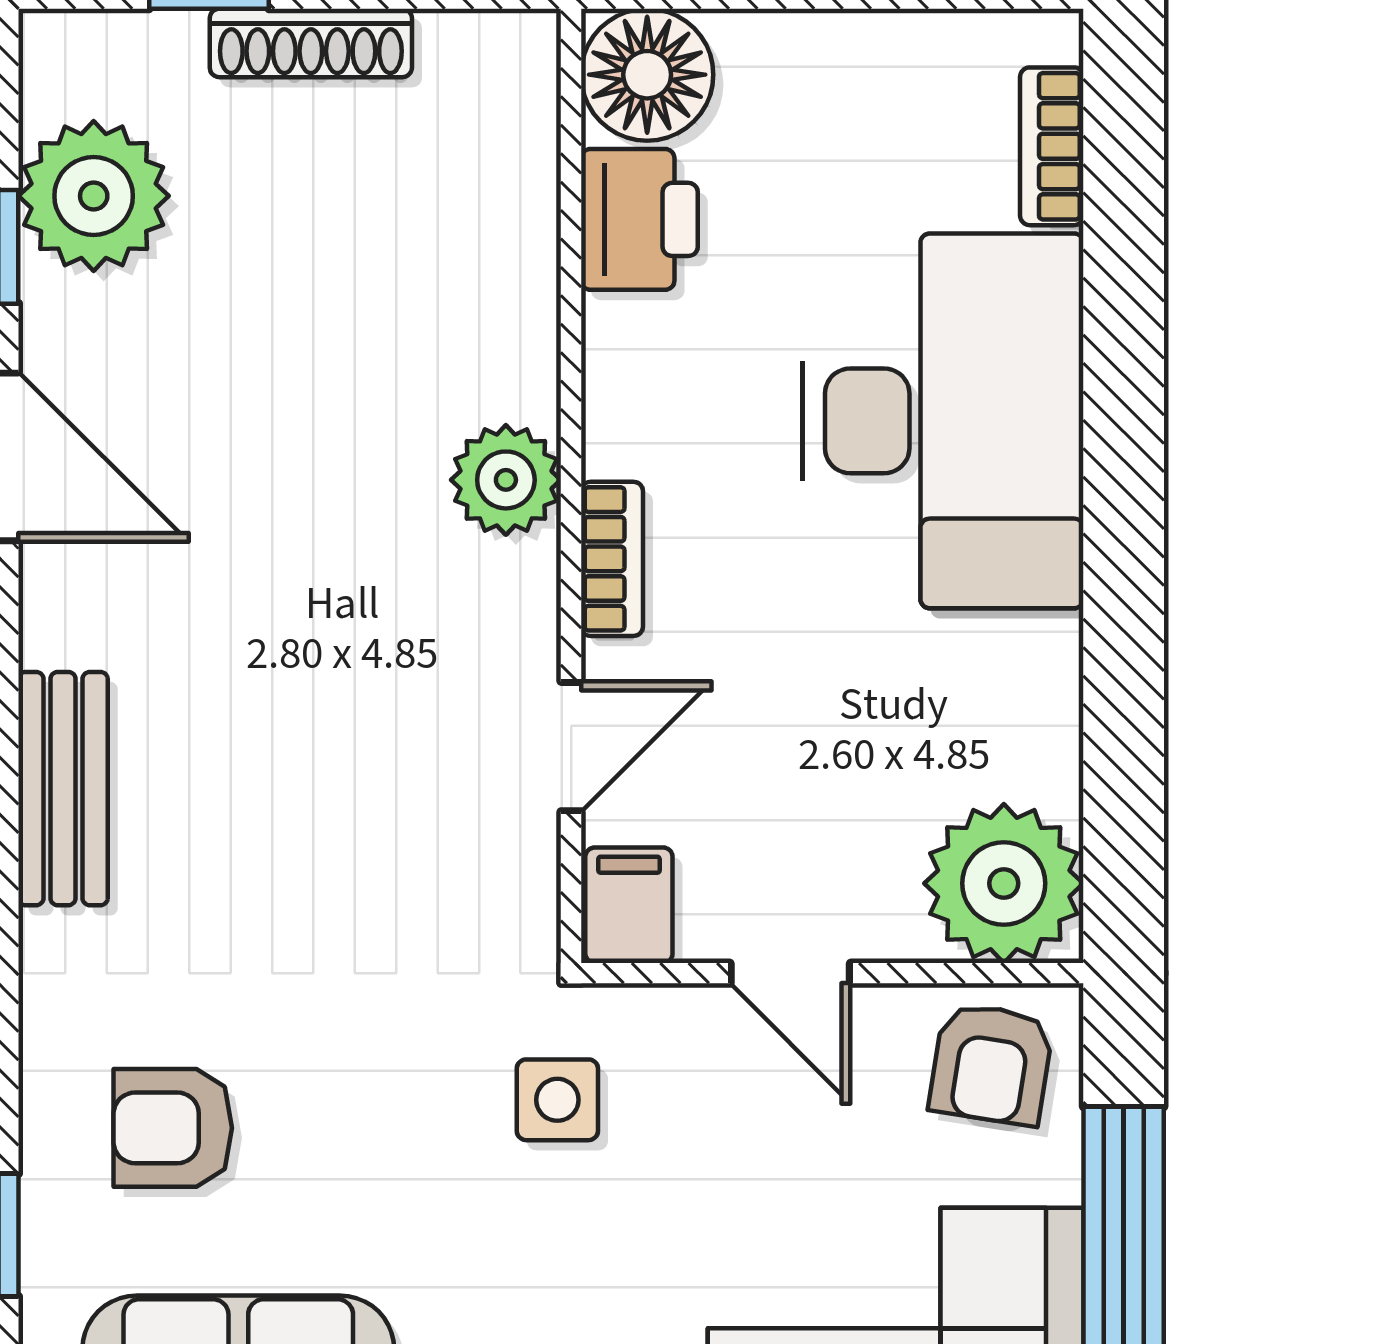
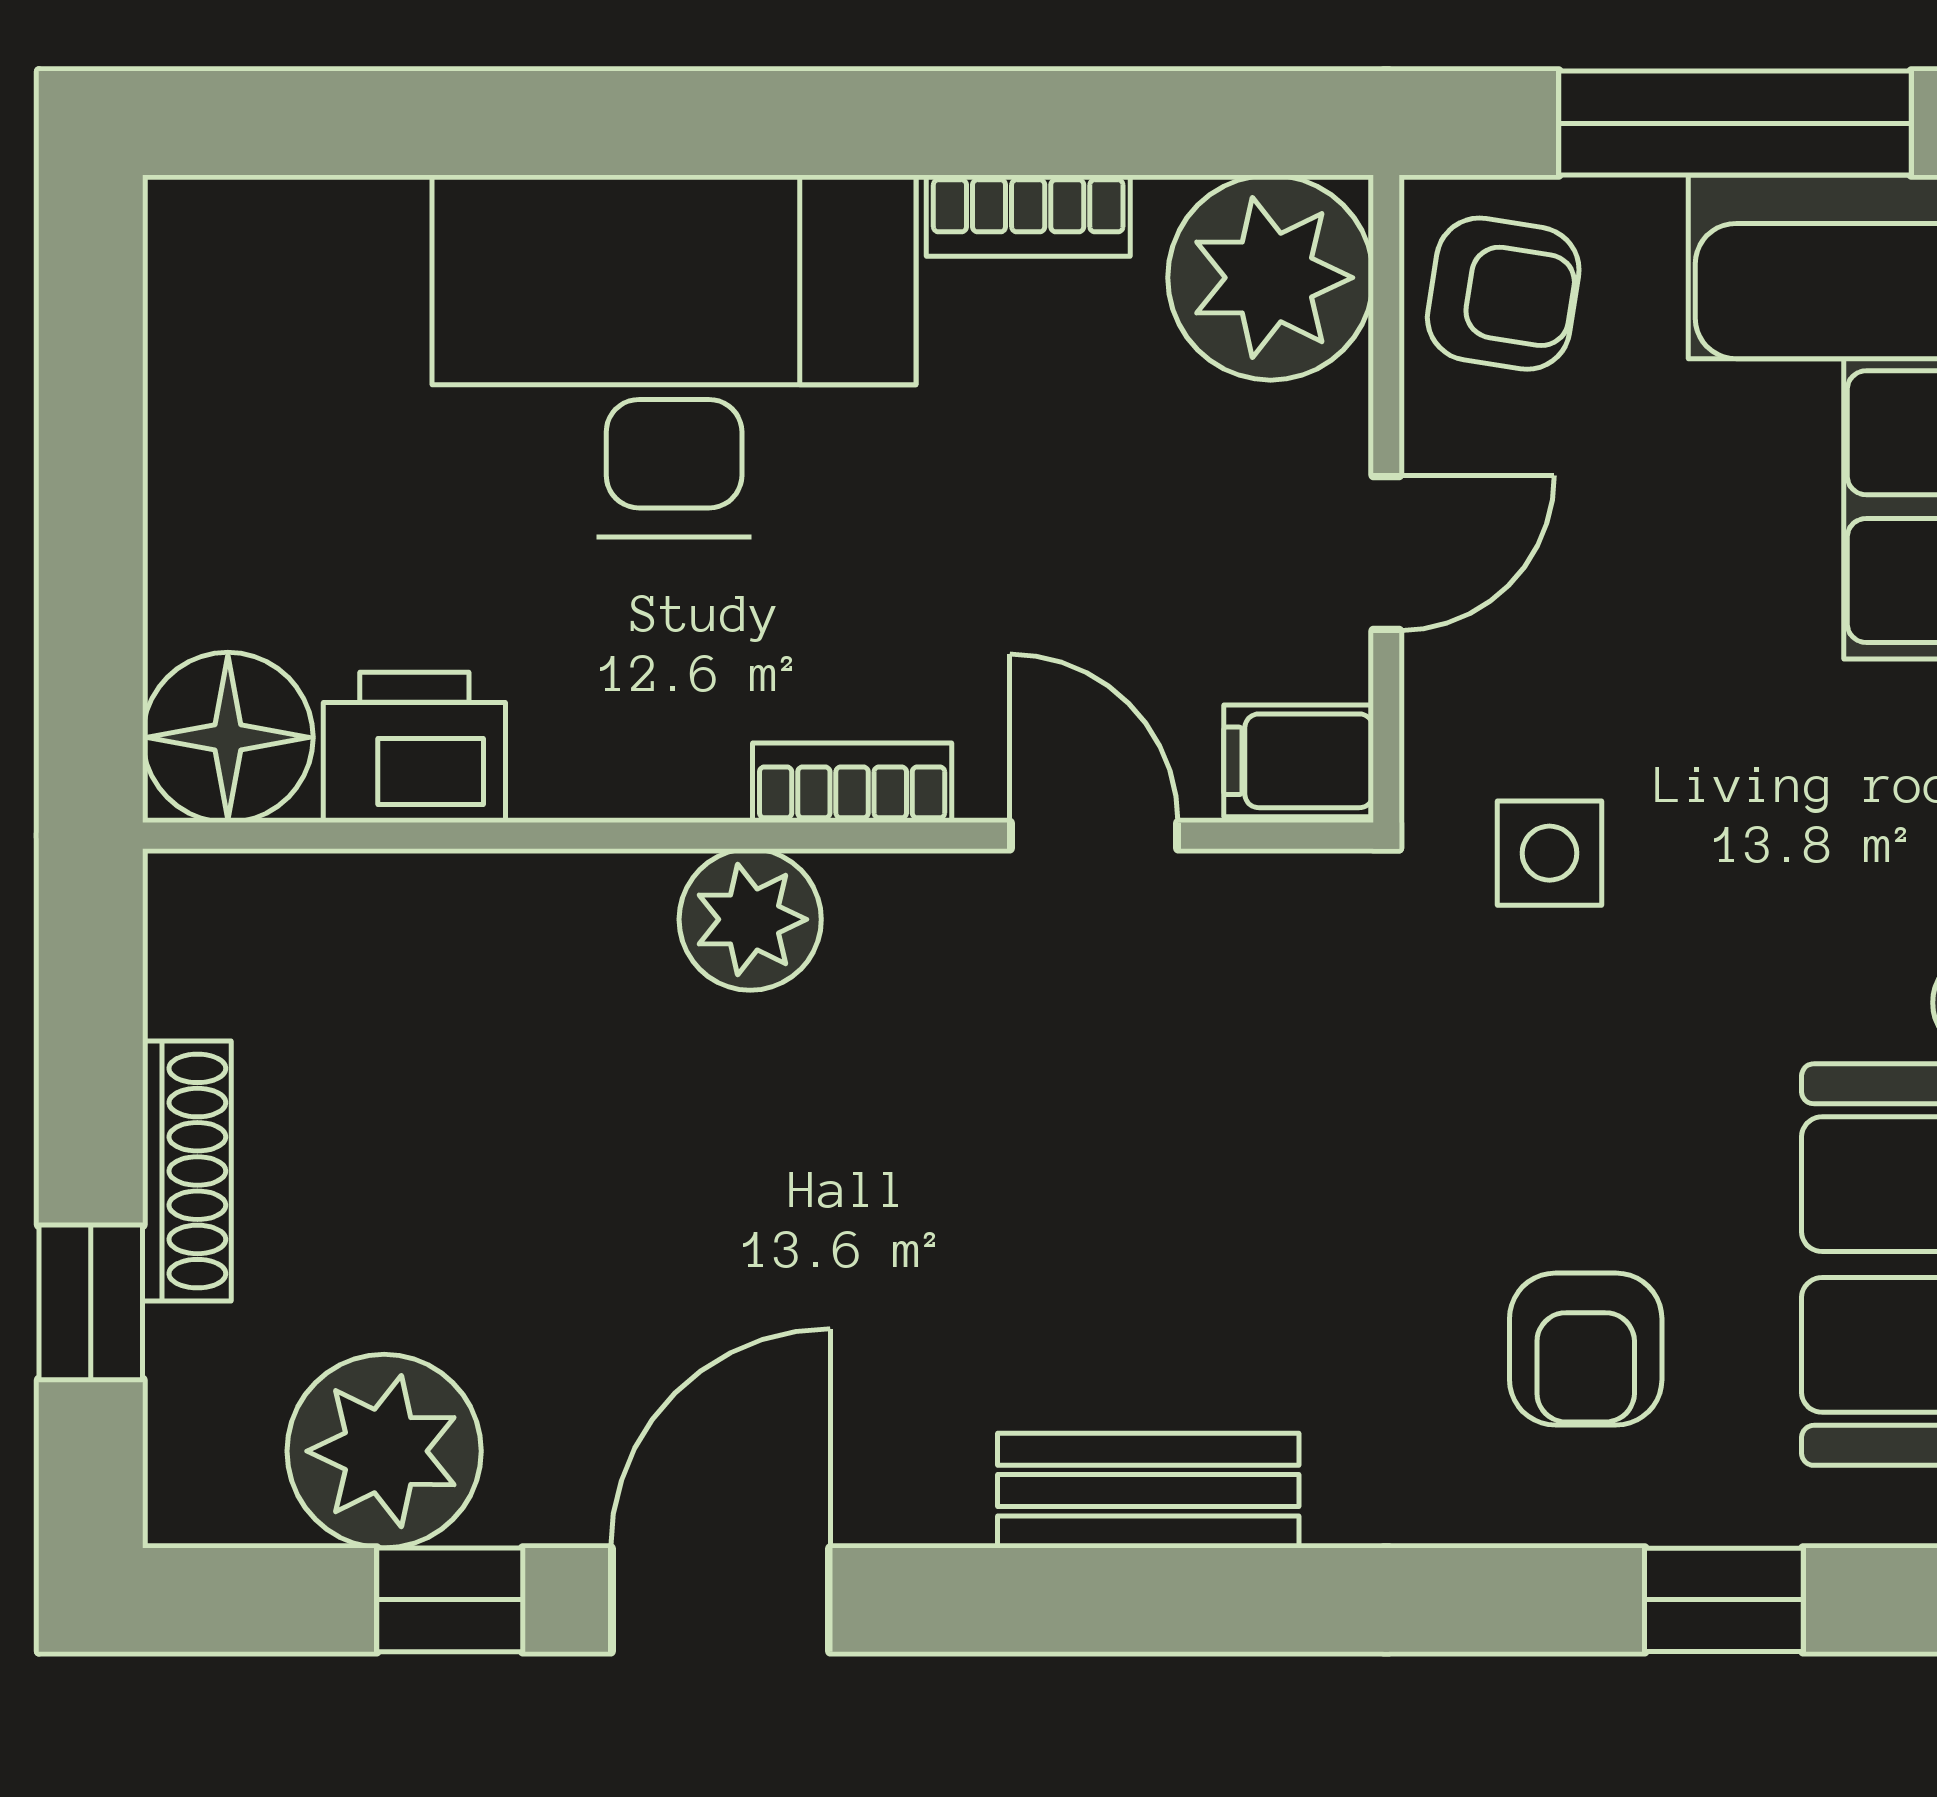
bookcase: (1052, 146) -> (1028, 216), moved

